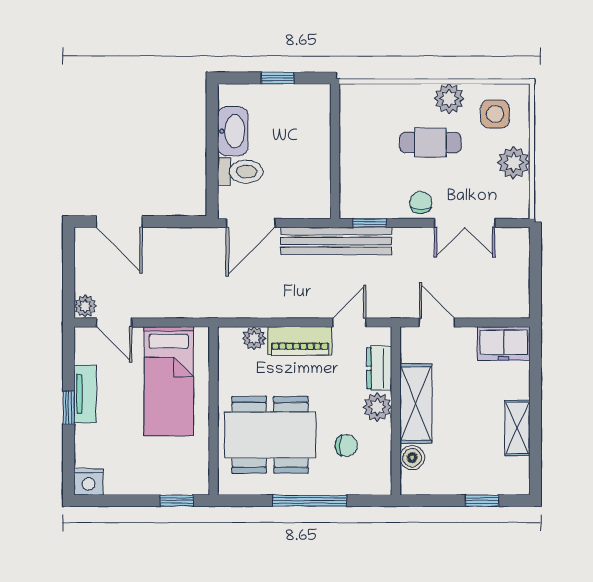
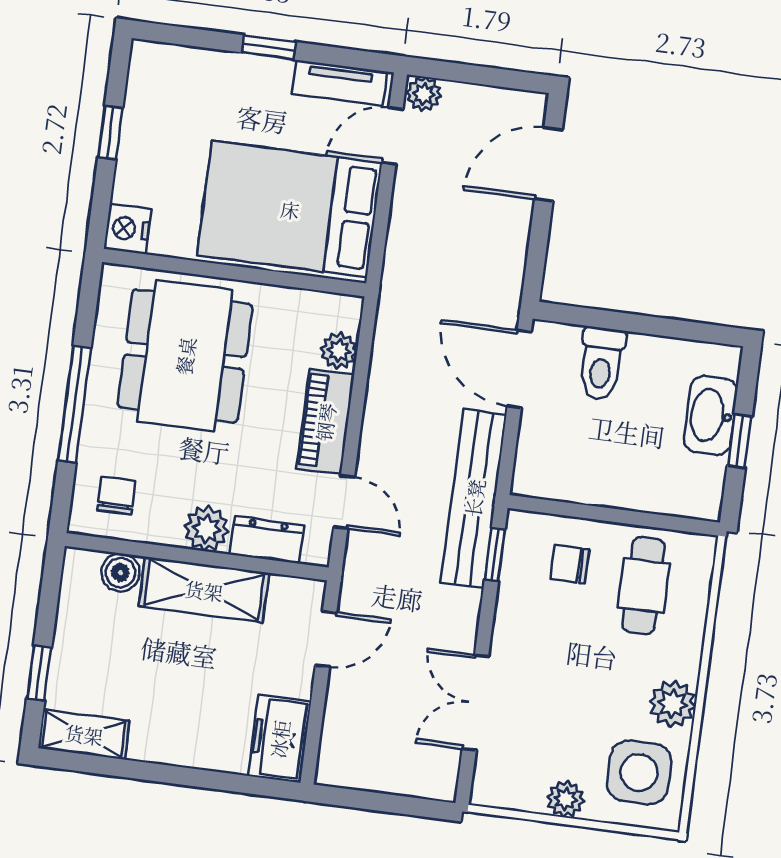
side table: (495, 114) -> (639, 772), width x1.37, depth x1.37
washbasin: (233, 131) -> (710, 415), moved, turned 90
cafe table: (430, 142) -> (644, 586), moved
plant: (514, 163) -> (565, 799), width x0.73, depth x0.73
chair: (421, 202) -> (570, 564), moved, turned 180
bed: (169, 381) -> (290, 209), width x1.50
tv unit: (85, 394) -> (340, 83), moved
shelving: (517, 428) -> (84, 734), moved
chair: (346, 446) -> (116, 495), moved, turned 180
nightstand: (89, 482) -> (128, 229), moved
window: (177, 501) -> (110, 132), moved

